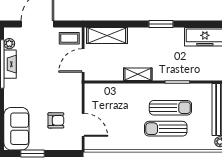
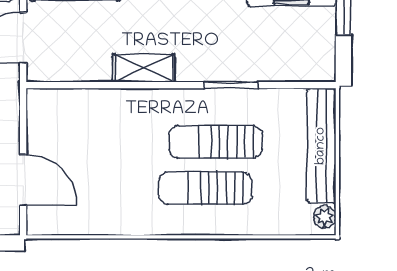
sun lounger: (170, 108) -> (216, 142), turned 180

